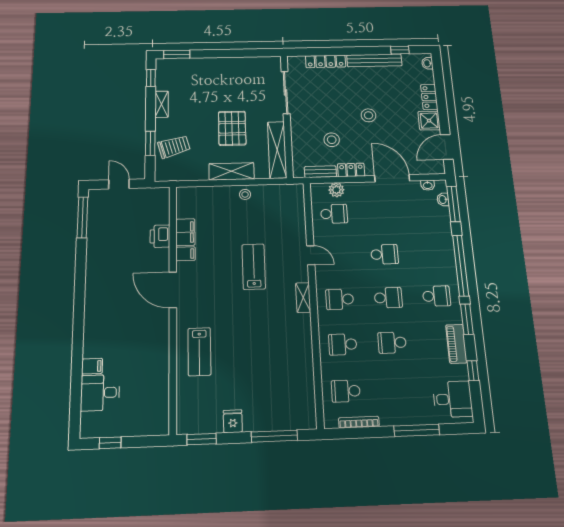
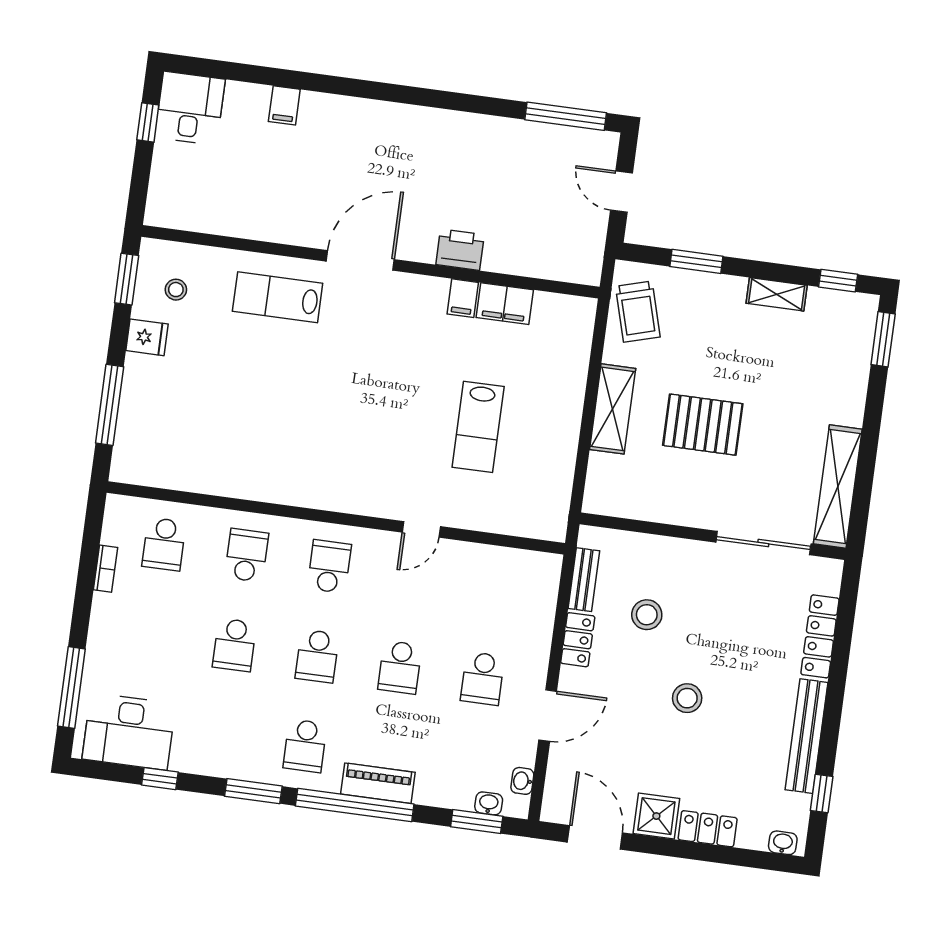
trolley: (174, 147) -> (638, 312), moved
shelving: (277, 150) -> (838, 487), moved, turned 90
door: (392, 178) -> (548, 716), width x0.73
door: (119, 184) -> (621, 192), swing flipped
plant: (336, 190) -> (542, 603), removed
stool: (245, 194) -> (176, 290), moved
window: (453, 204) -> (477, 821), width x0.69
school desk: (334, 214) -> (483, 678), moved
printer: (160, 236) -> (460, 250), moved
lab bench: (254, 267) -> (478, 427), moved, turned 90
door: (173, 290) -> (360, 260), moved
shelving: (303, 298) -> (344, 500), removed
school desk: (392, 343) -> (234, 645), turned 180
piano: (456, 344) -> (378, 783), moved
school desk: (346, 391) -> (164, 544), turned 180
desk: (100, 393) -> (190, 108), moved
desk: (453, 399) -> (129, 732), width x1.37
bookcase: (359, 422) -> (105, 569), width x0.64
window: (417, 430) -> (71, 687), moved

